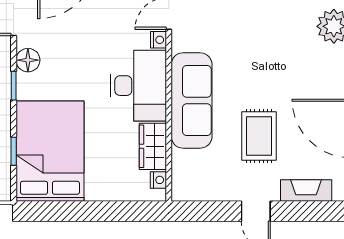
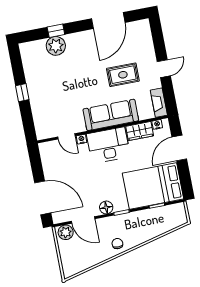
fireplace: (306, 190) -> (159, 103), moved
door: (109, 211) -> (179, 148), added

